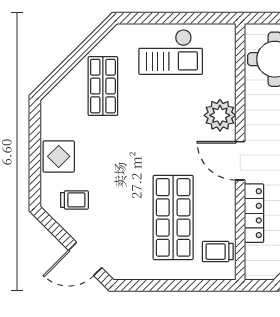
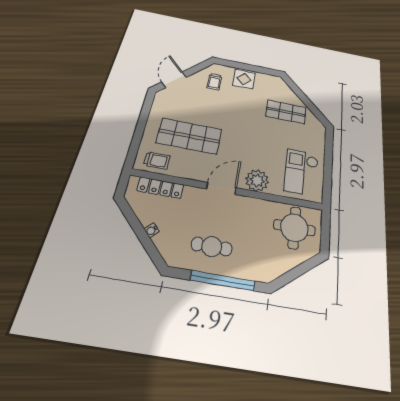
checkout: (171, 52) -> (301, 172), moved
locker: (254, 213) -> (160, 188), moved
trolley: (218, 252) -> (157, 160), turned 90

